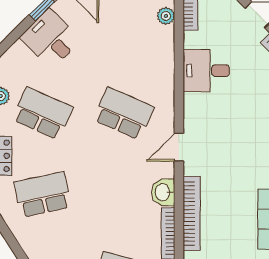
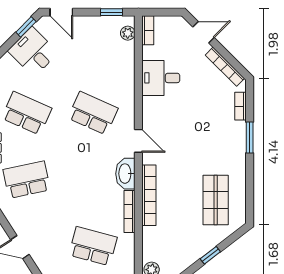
door: (179, 147) -> (138, 141), swing flipped
washbasin: (163, 192) -> (125, 174), width x1.38

